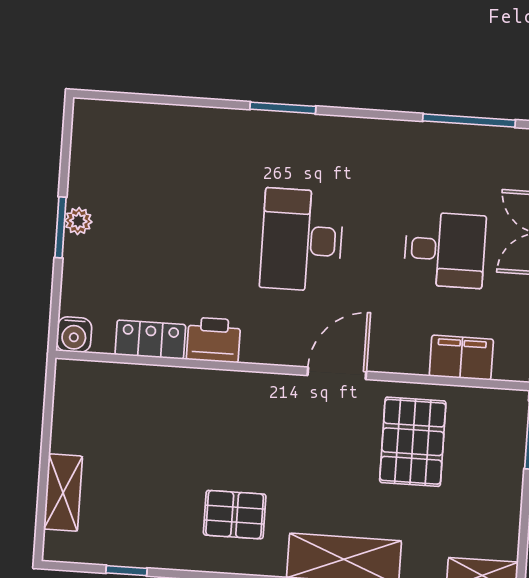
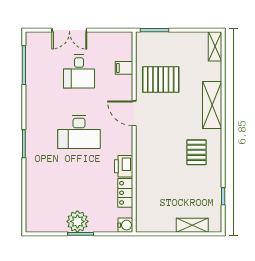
plant: (78, 221) -> (77, 221), width x1.88, depth x1.88
desk: (445, 250) -> (79, 71), turned 180
filing cabinet: (461, 358) -> (124, 68), width x0.50

